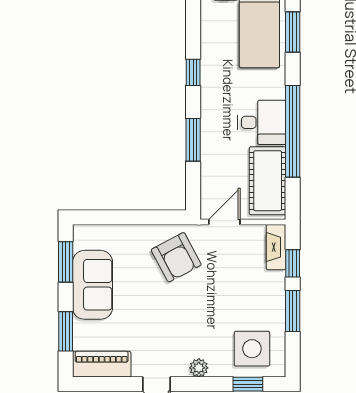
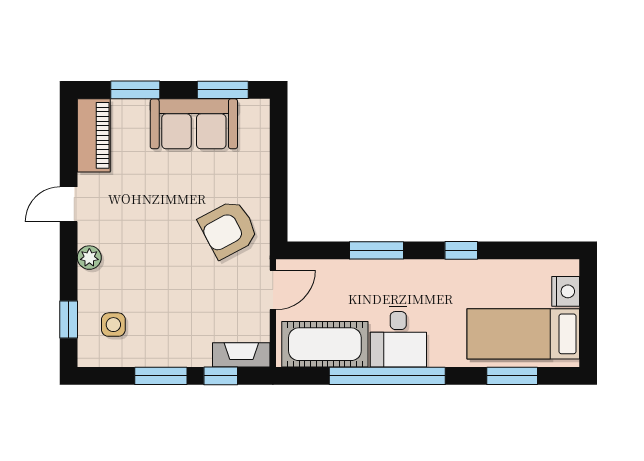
door: (224, 222) -> (273, 290), hinge flipped
side table: (252, 349) -> (113, 325), width x0.54, depth x0.54

